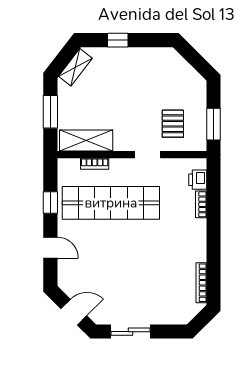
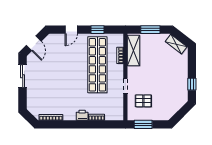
window: (118, 40) -> (192, 84), moved
printer: (198, 180) -> (82, 115), moved

